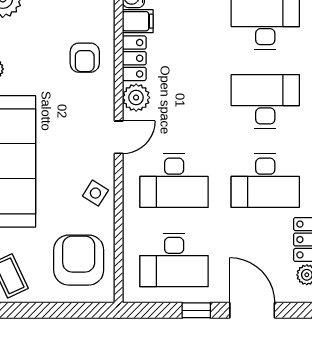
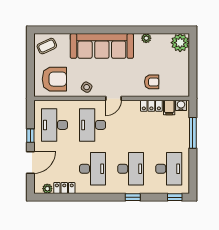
armchair: (85, 58) -> (152, 82), turned 180
plant: (136, 98) -> (133, 107), removed
door: (119, 137) -> (113, 98), hinge flipped
desk: (265, 181) -> (93, 169), turned 180

